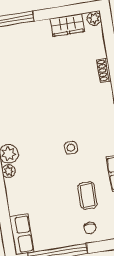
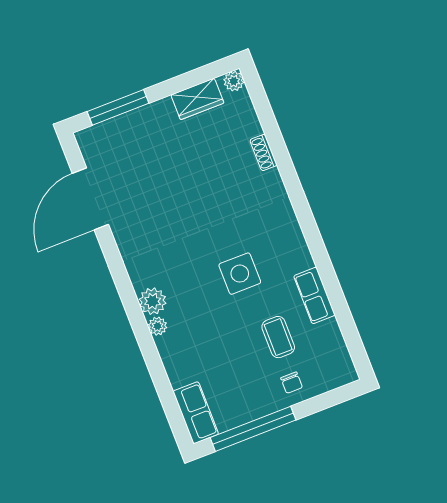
side table: (71, 148) -> (240, 274), width x1.87, depth x1.87

